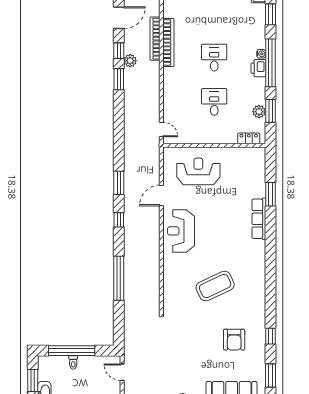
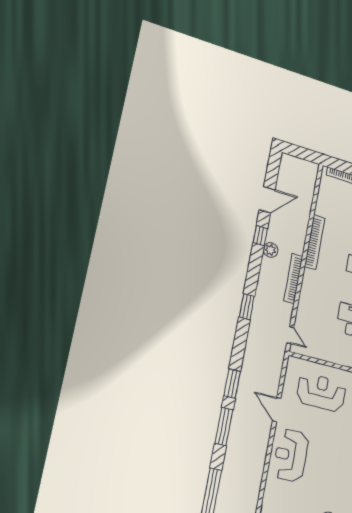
bookcase: (155, 39) -> (293, 279), moved
window: (119, 79) -> (247, 307), moved
door: (161, 196) -> (277, 410), hinge flipped
window: (119, 220) -> (224, 427), width x2.17

